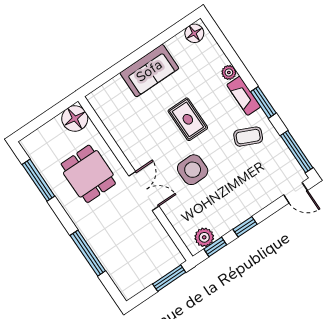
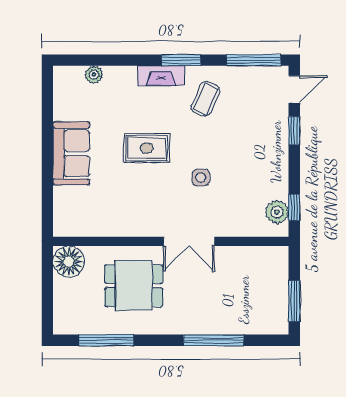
floor lamp: (194, 33) -> (64, 83), removed
plant: (229, 72) -> (94, 75), moved
side table: (193, 170) -> (201, 178), width x0.54, depth x0.54
double door: (144, 191) -> (189, 241), swing flipped
window: (245, 227) -> (294, 131), moved
window: (169, 278) -> (294, 301), moved

